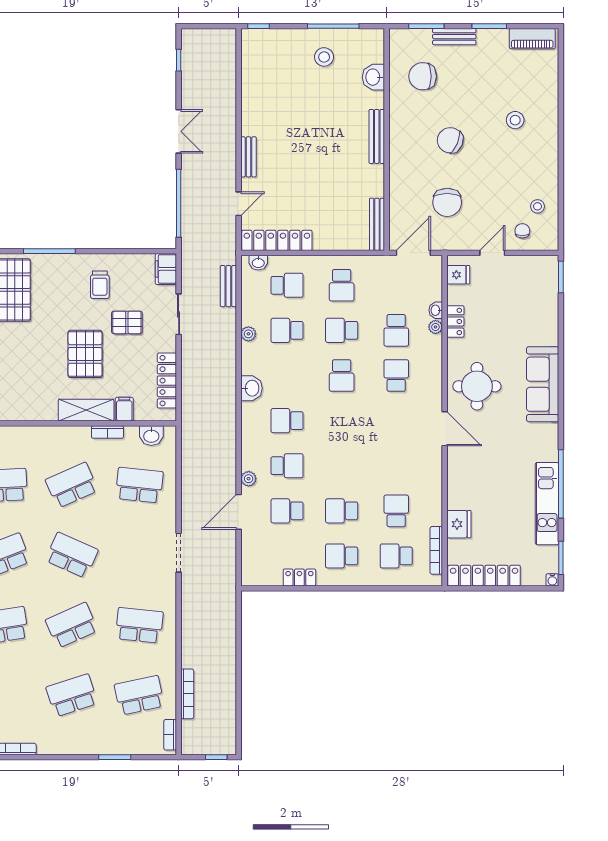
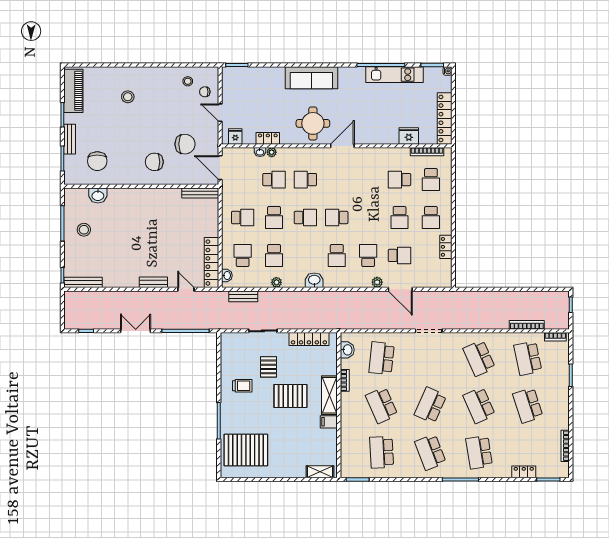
piano: (532, 39) -> (73, 91), width x1.37, depth x1.33
bench: (377, 136) -> (83, 282), moved
chair: (450, 140) -> (154, 162), moved, turned 67
filing cabinet: (166, 269) -> (231, 340), removed
filing cabinet: (124, 409) -> (329, 422), moved
school desk: (342, 421) -> (337, 218), added
school desk: (287, 511) -> (400, 255), turned -90
school desk: (139, 625) -> (479, 358), turned -30

